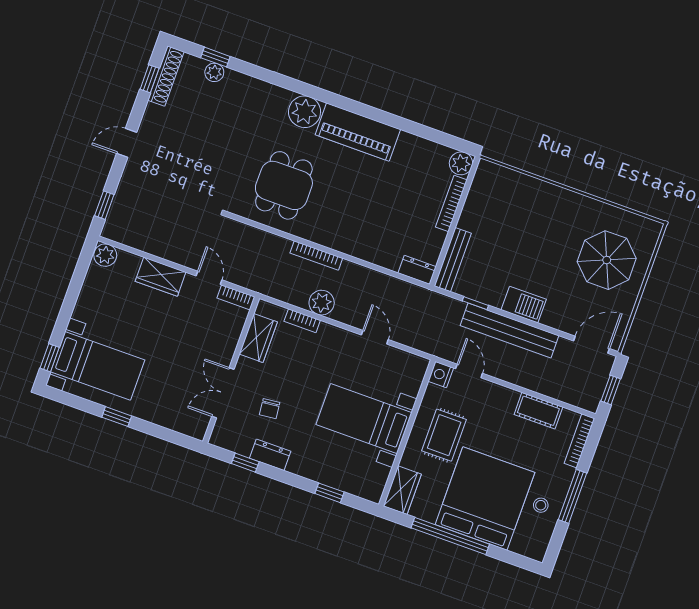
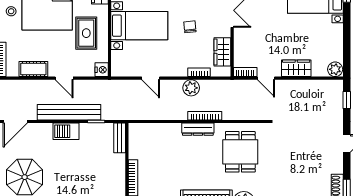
bench: (453, 260) -> (120, 138), width x0.73
dresser: (417, 270) -> (198, 129), moved, width x1.44
door: (469, 371) -> (64, 78), moved
chair: (270, 409) -> (190, 27), moved

